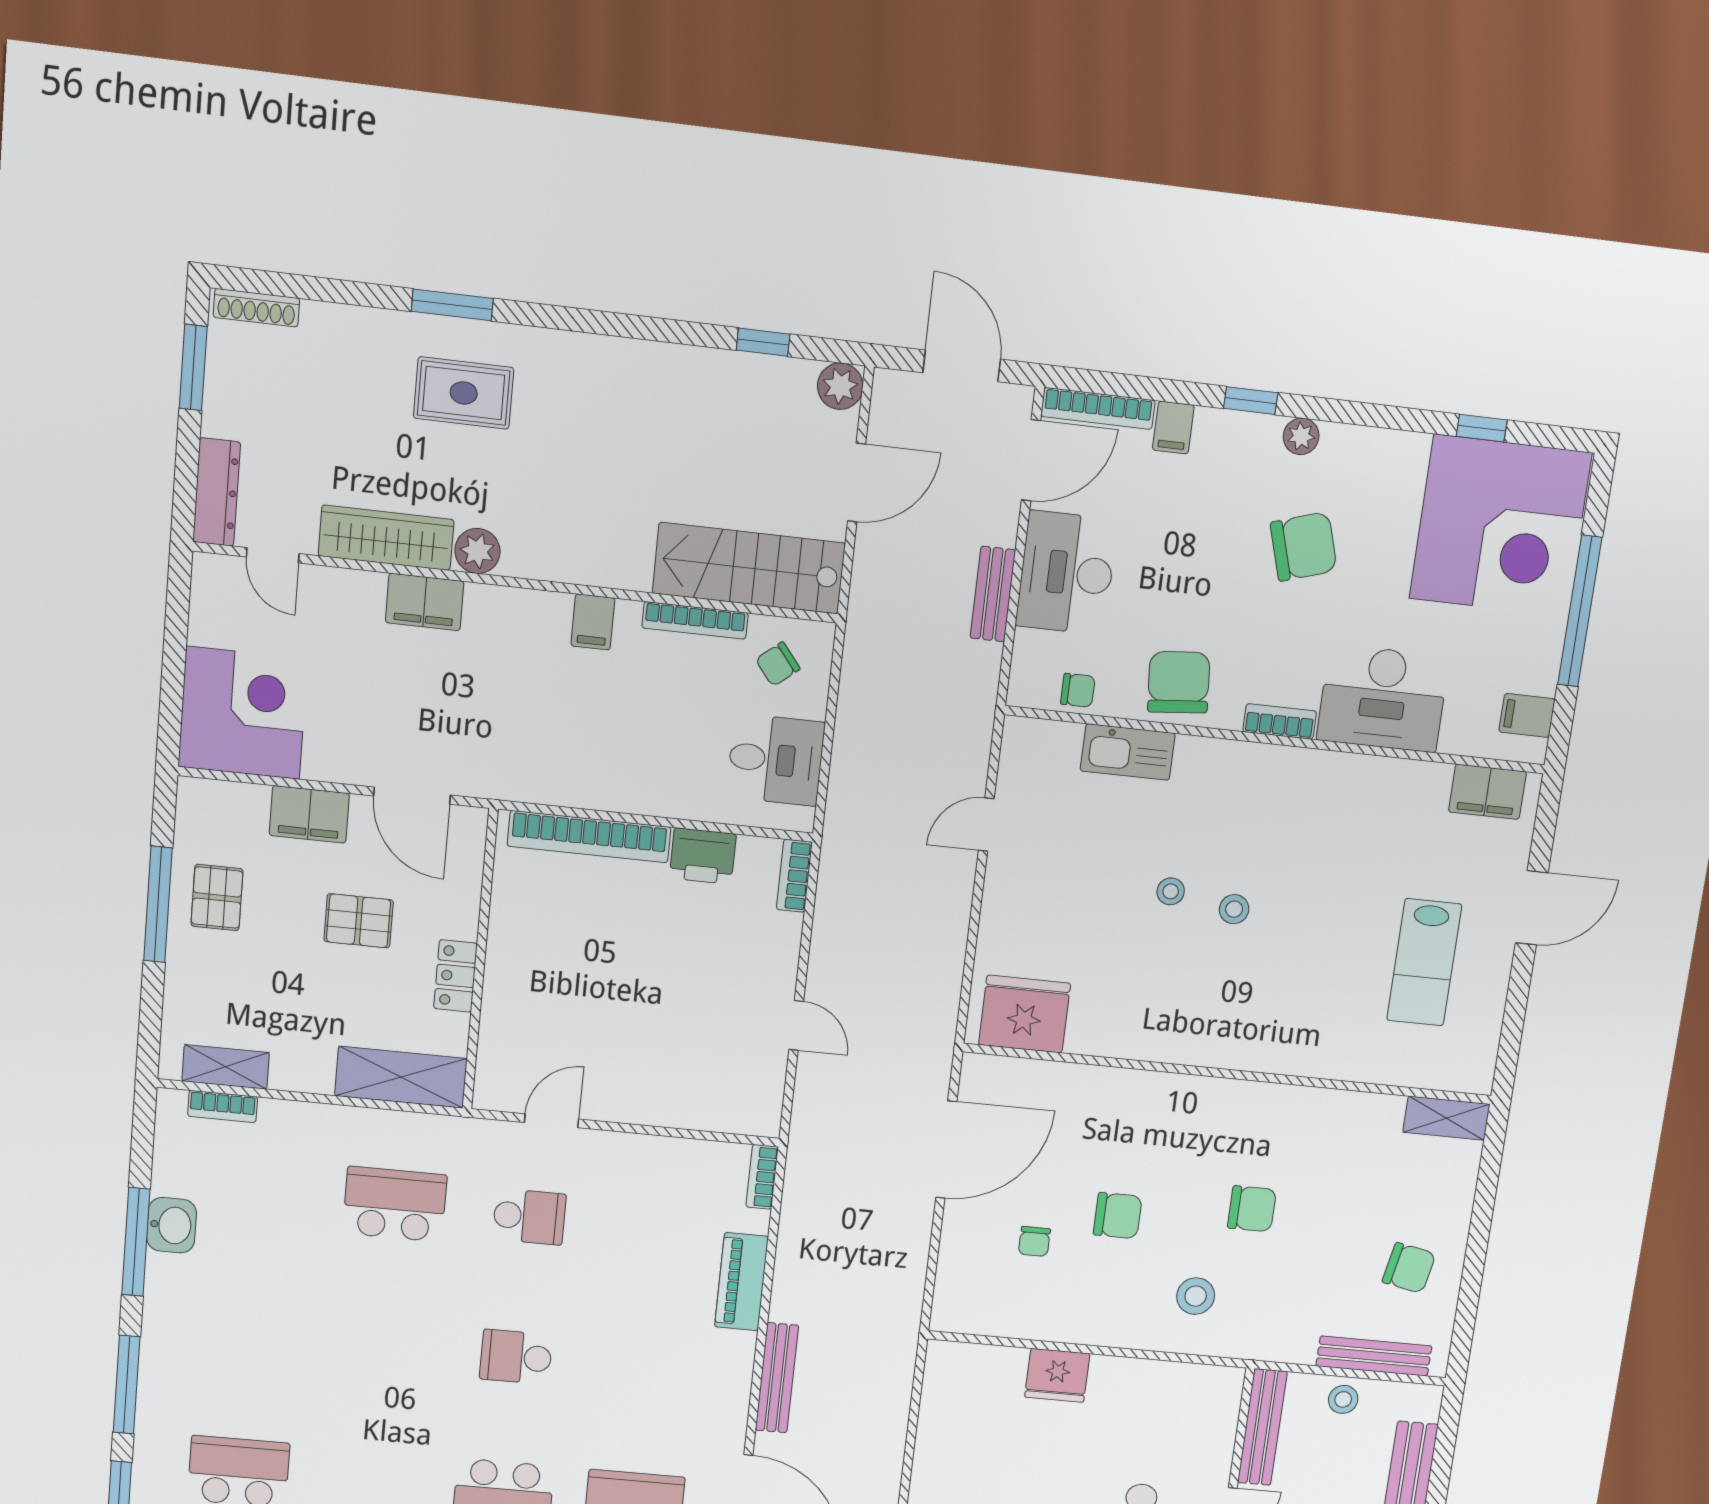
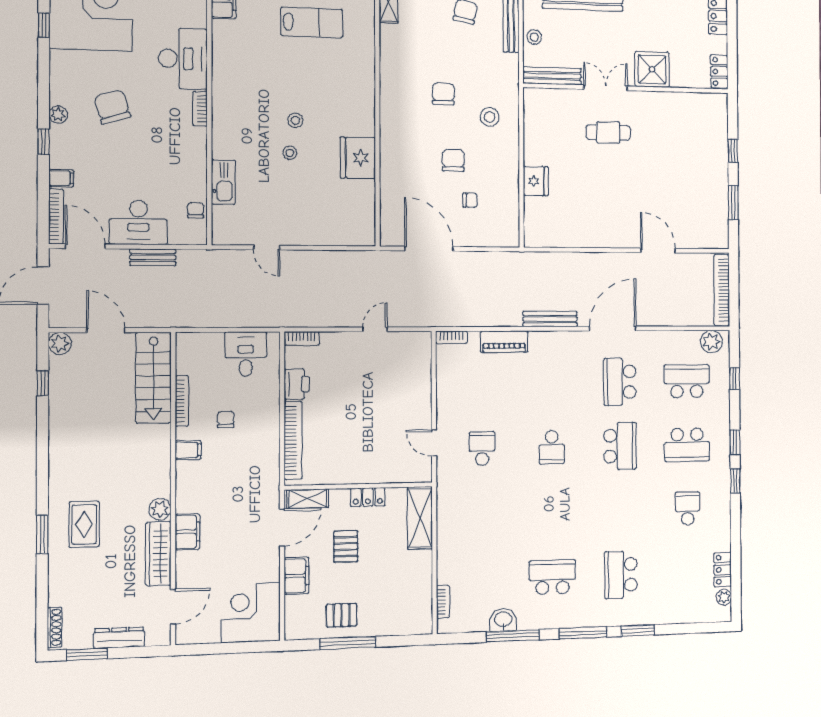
dresser: (217, 492) -> (119, 638), moved
door: (273, 555) -> (173, 607), width x1.38
chair: (778, 664) -> (226, 419), moved, turned -141
chair: (1179, 682) -> (186, 161), removed
fridge: (1024, 1014) -> (358, 158), moved
shelving: (226, 1067) -> (308, 499), moved, turned 90
school desk: (395, 1204) -> (552, 577), moved, turned 90

